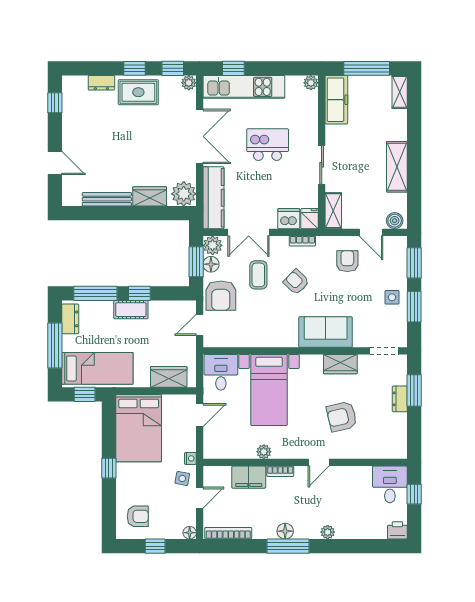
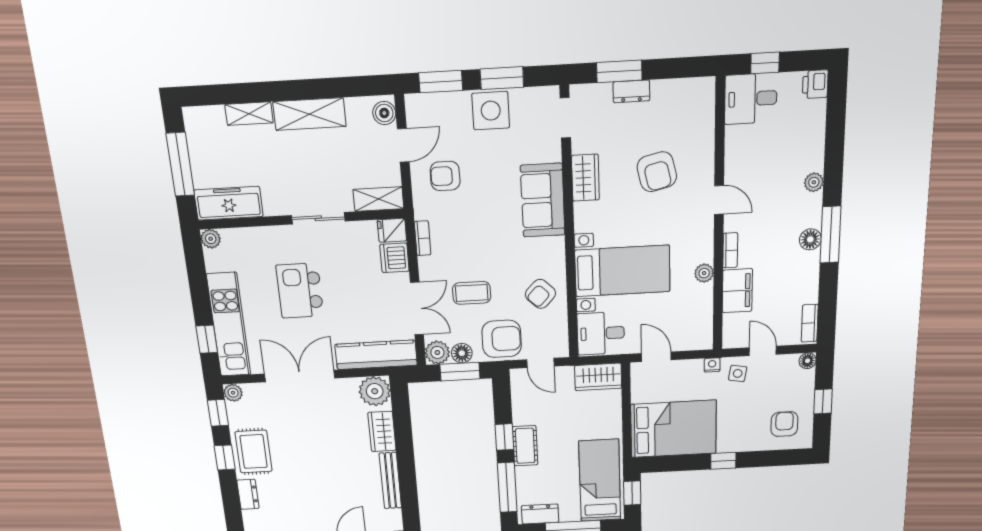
shelving: (400, 92) -> (249, 114), moved
armchair: (296, 282) -> (540, 294), moved
side table: (392, 297) -> (491, 111), width x1.87, depth x1.87
wardrobe: (169, 377) -> (598, 377), moved, turned -90
bookcase: (228, 533) -> (810, 323), width x0.64

